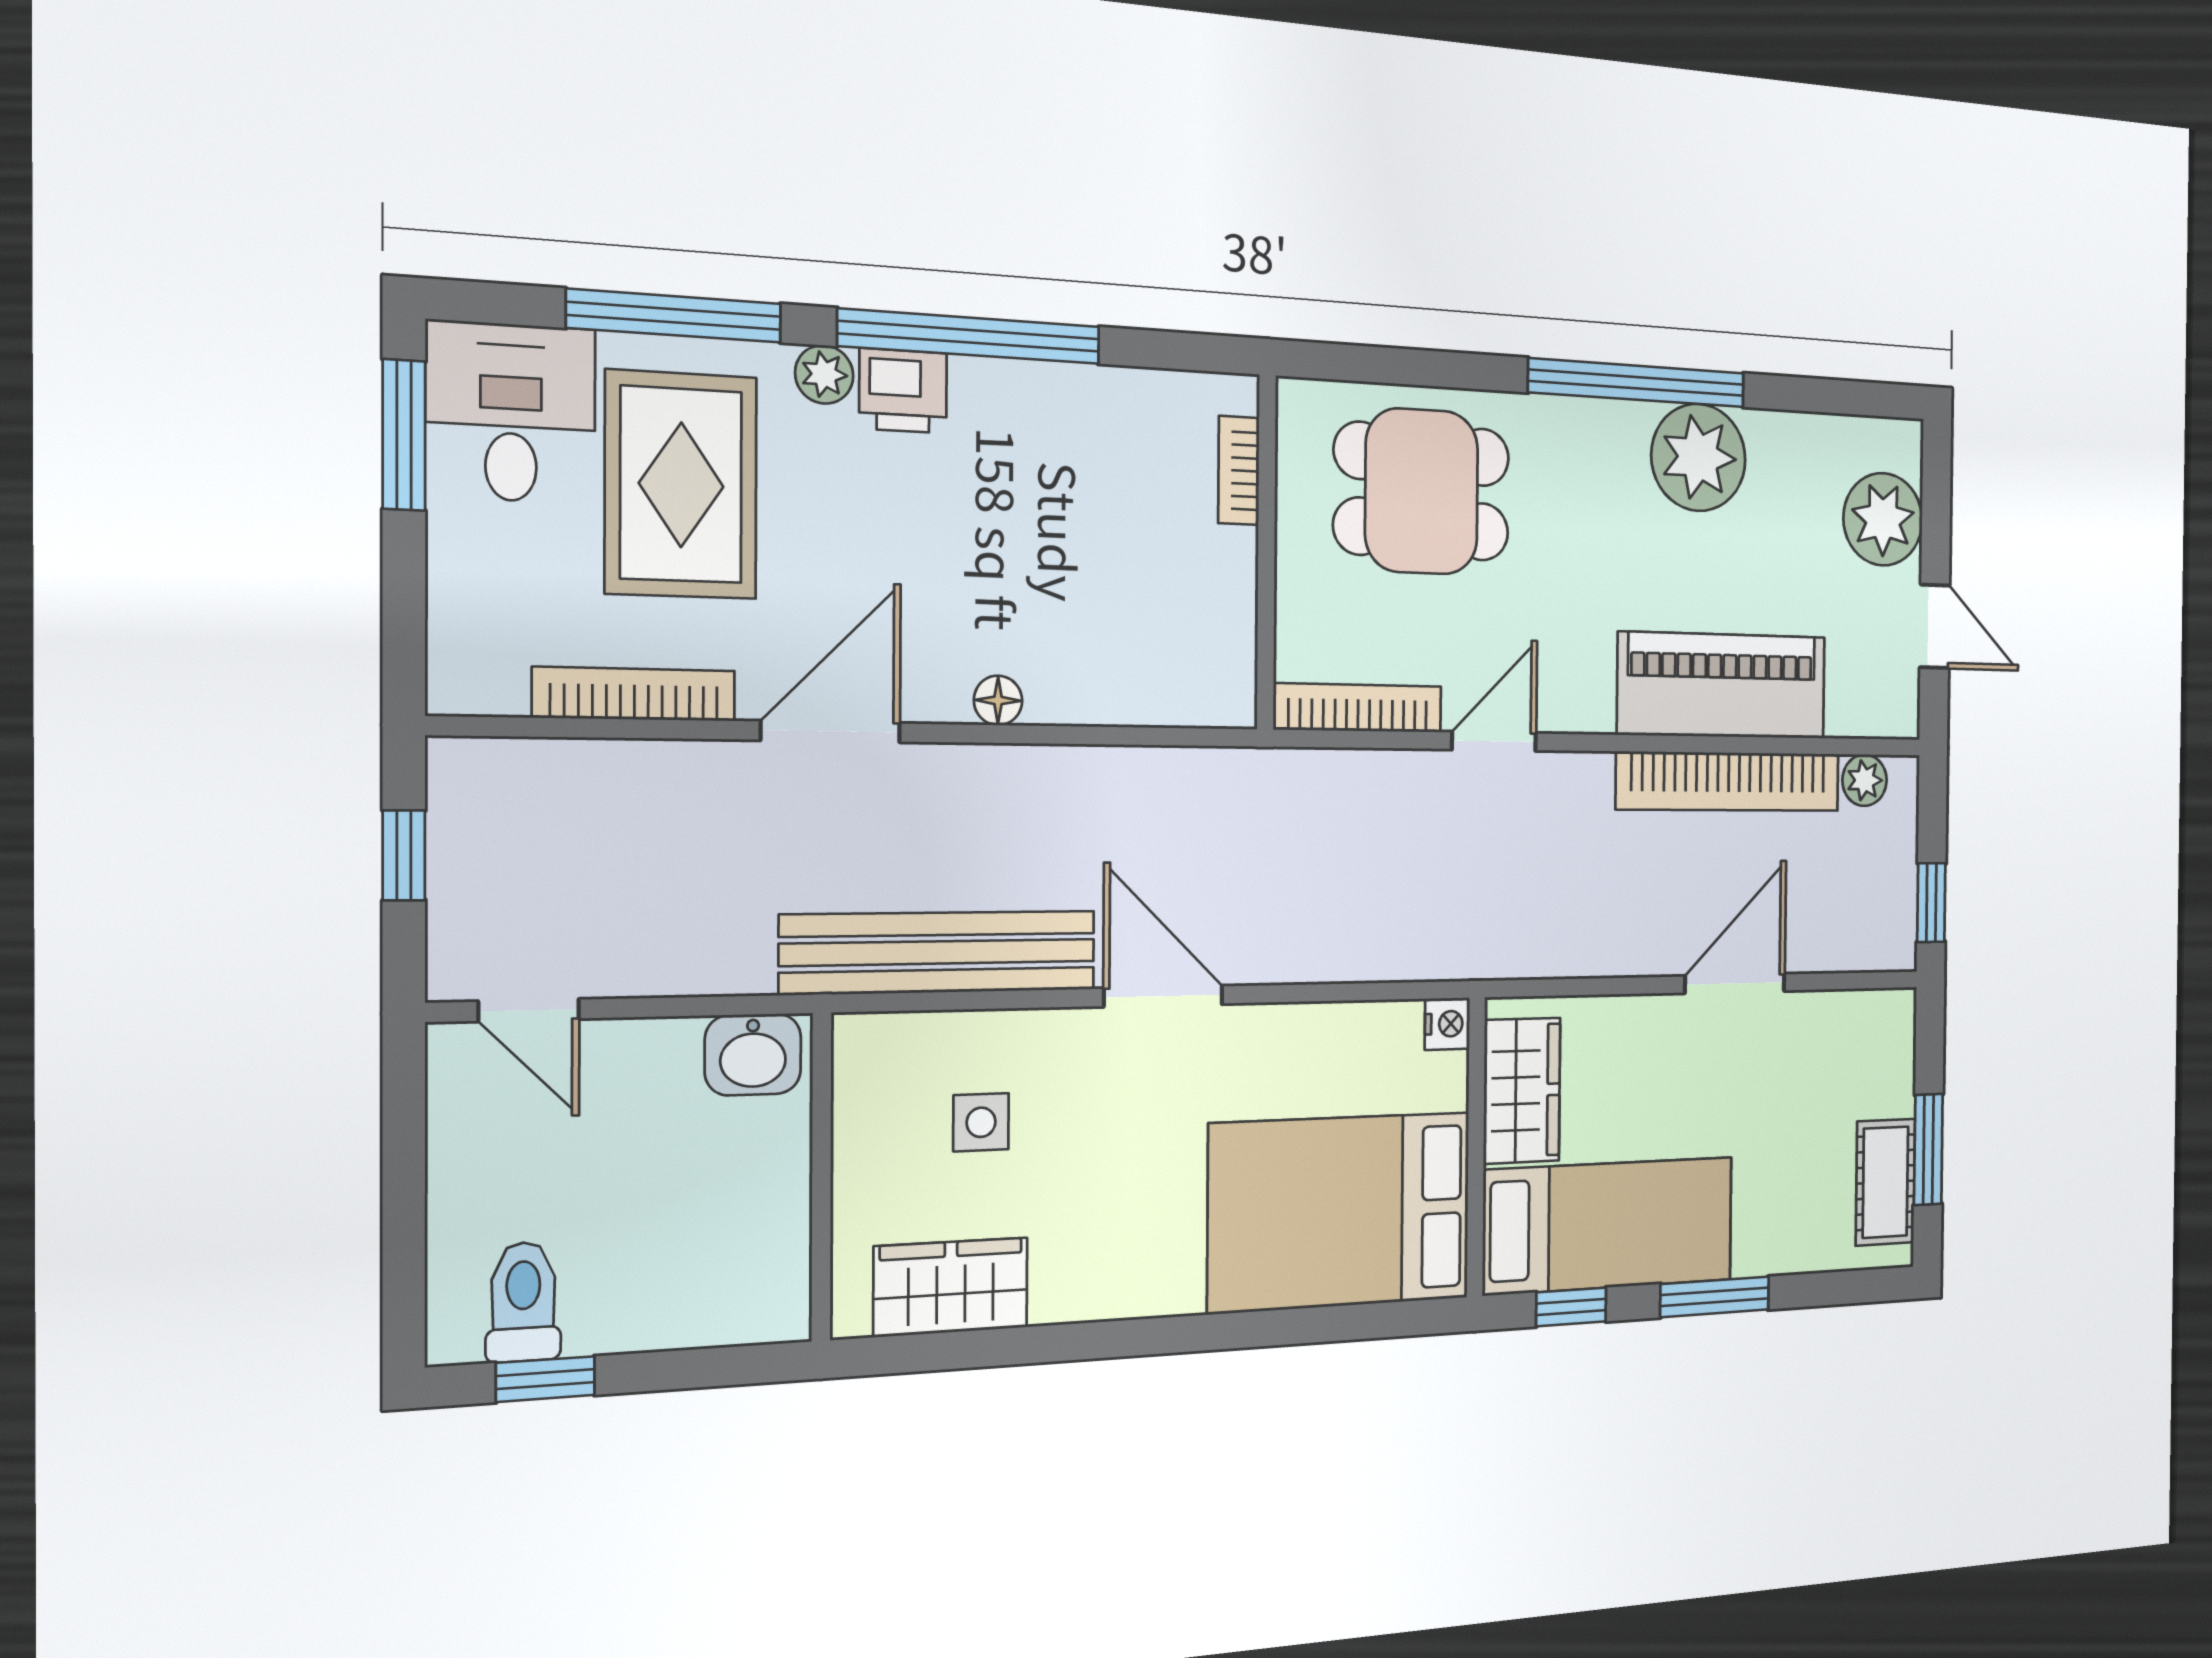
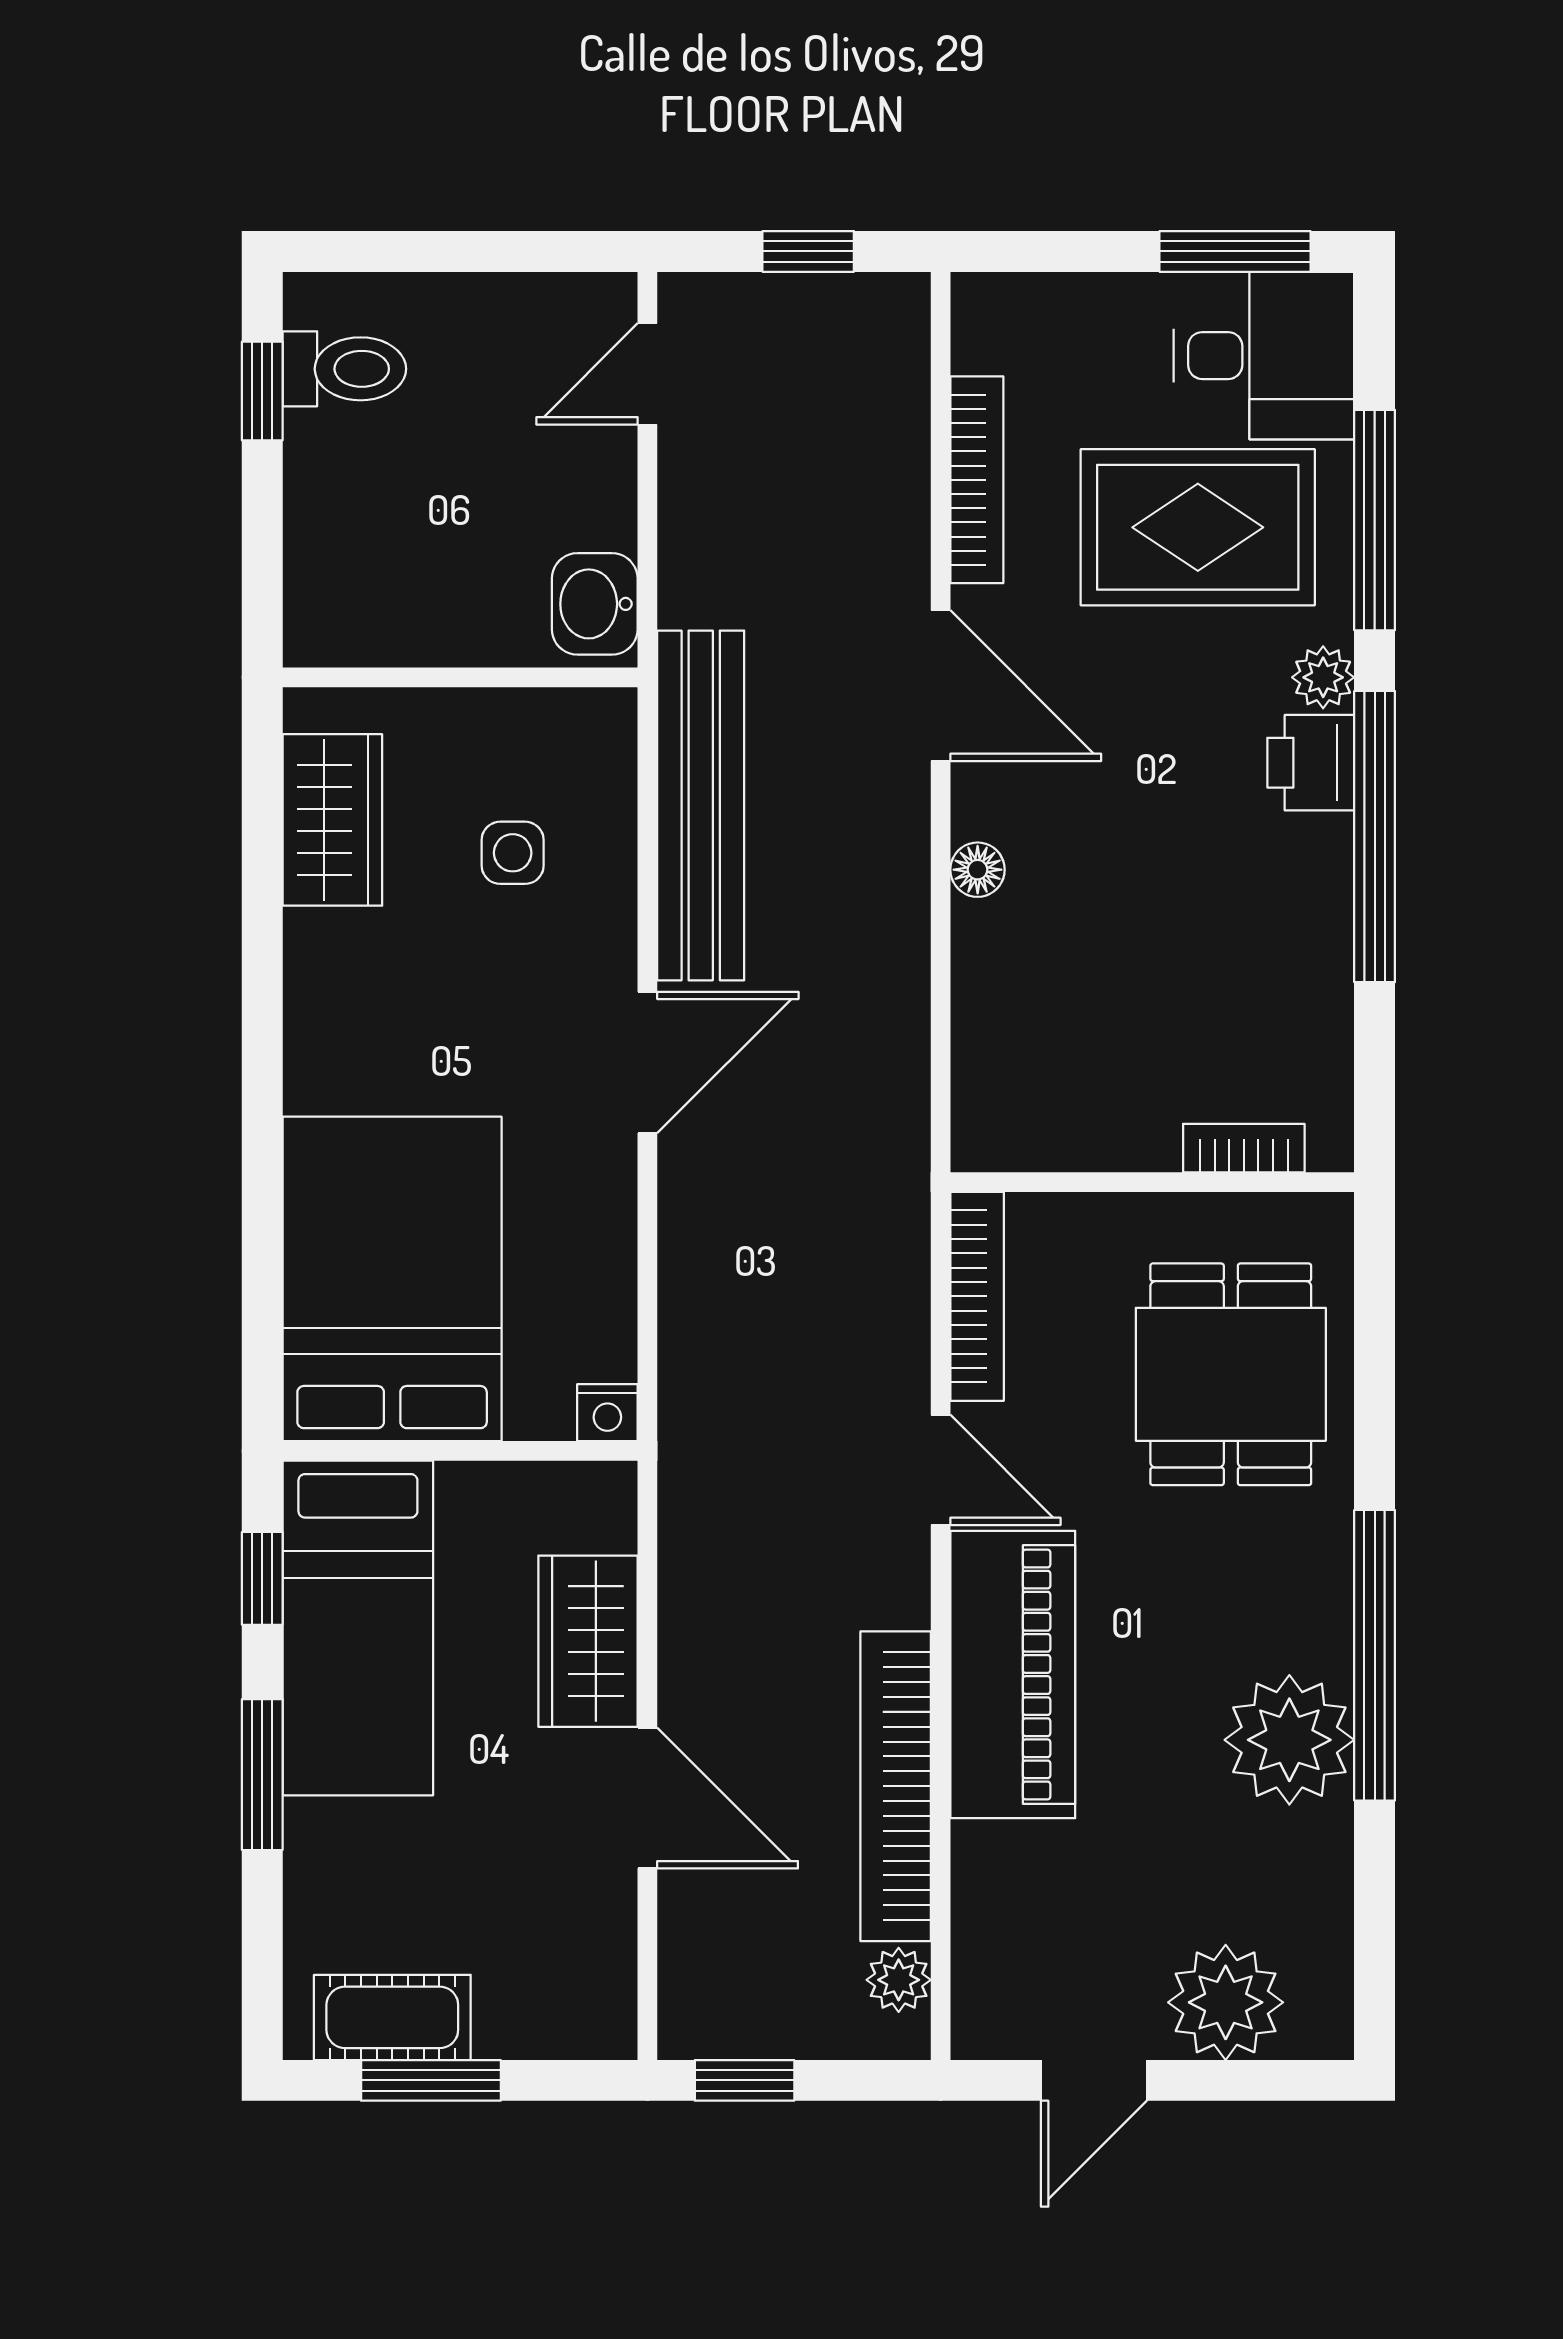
piano: (1722, 686) -> (1013, 1675), moved
wardrobe: (1522, 1091) -> (588, 1641), moved, turned 90

